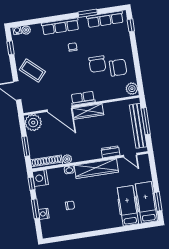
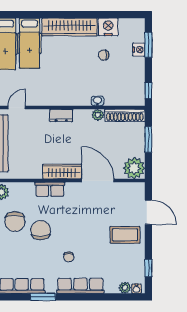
chair: (118, 68) -> (15, 222), turned -90
coffee table: (32, 71) -> (125, 235), turned -42
row of seats: (83, 98) -> (50, 189), moved
dresser: (110, 152) -> (61, 115), moved
door: (130, 155) -> (17, 107), hinge flipped
wardrobe: (96, 169) -> (70, 27), moved, turned 180
nightstand: (40, 178) -> (108, 27), moved, turned -90
window: (35, 209) -> (148, 45), moved

